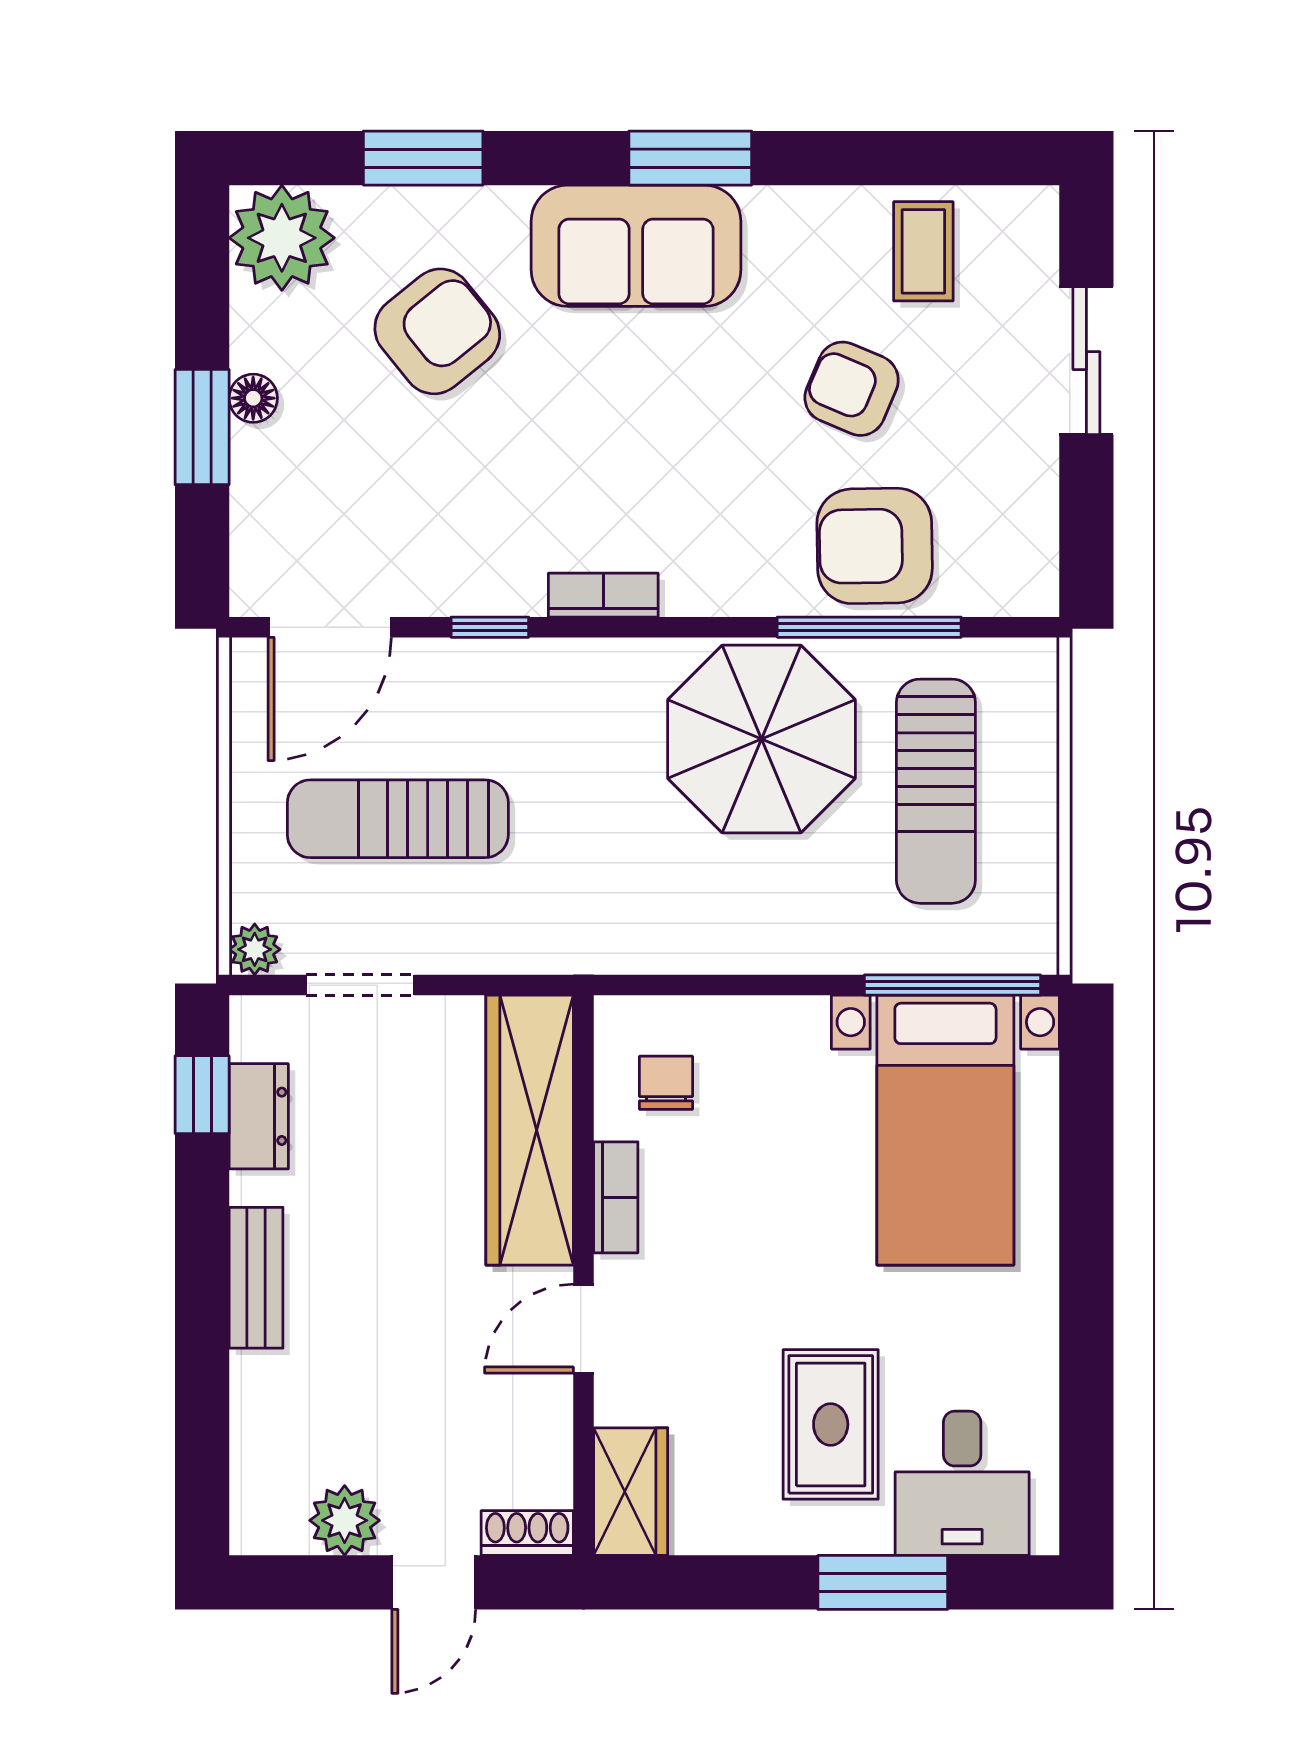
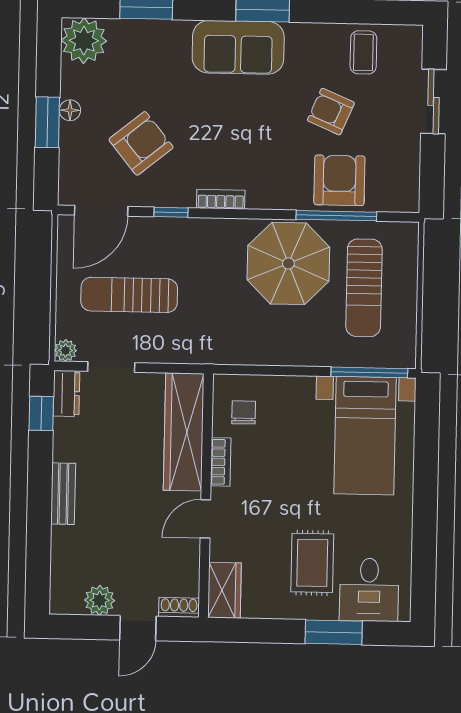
armchair: (437, 331) -> (141, 143), moved
armchair: (875, 546) -> (339, 180), turned 91
dresser: (259, 1116) -> (66, 393), moved

